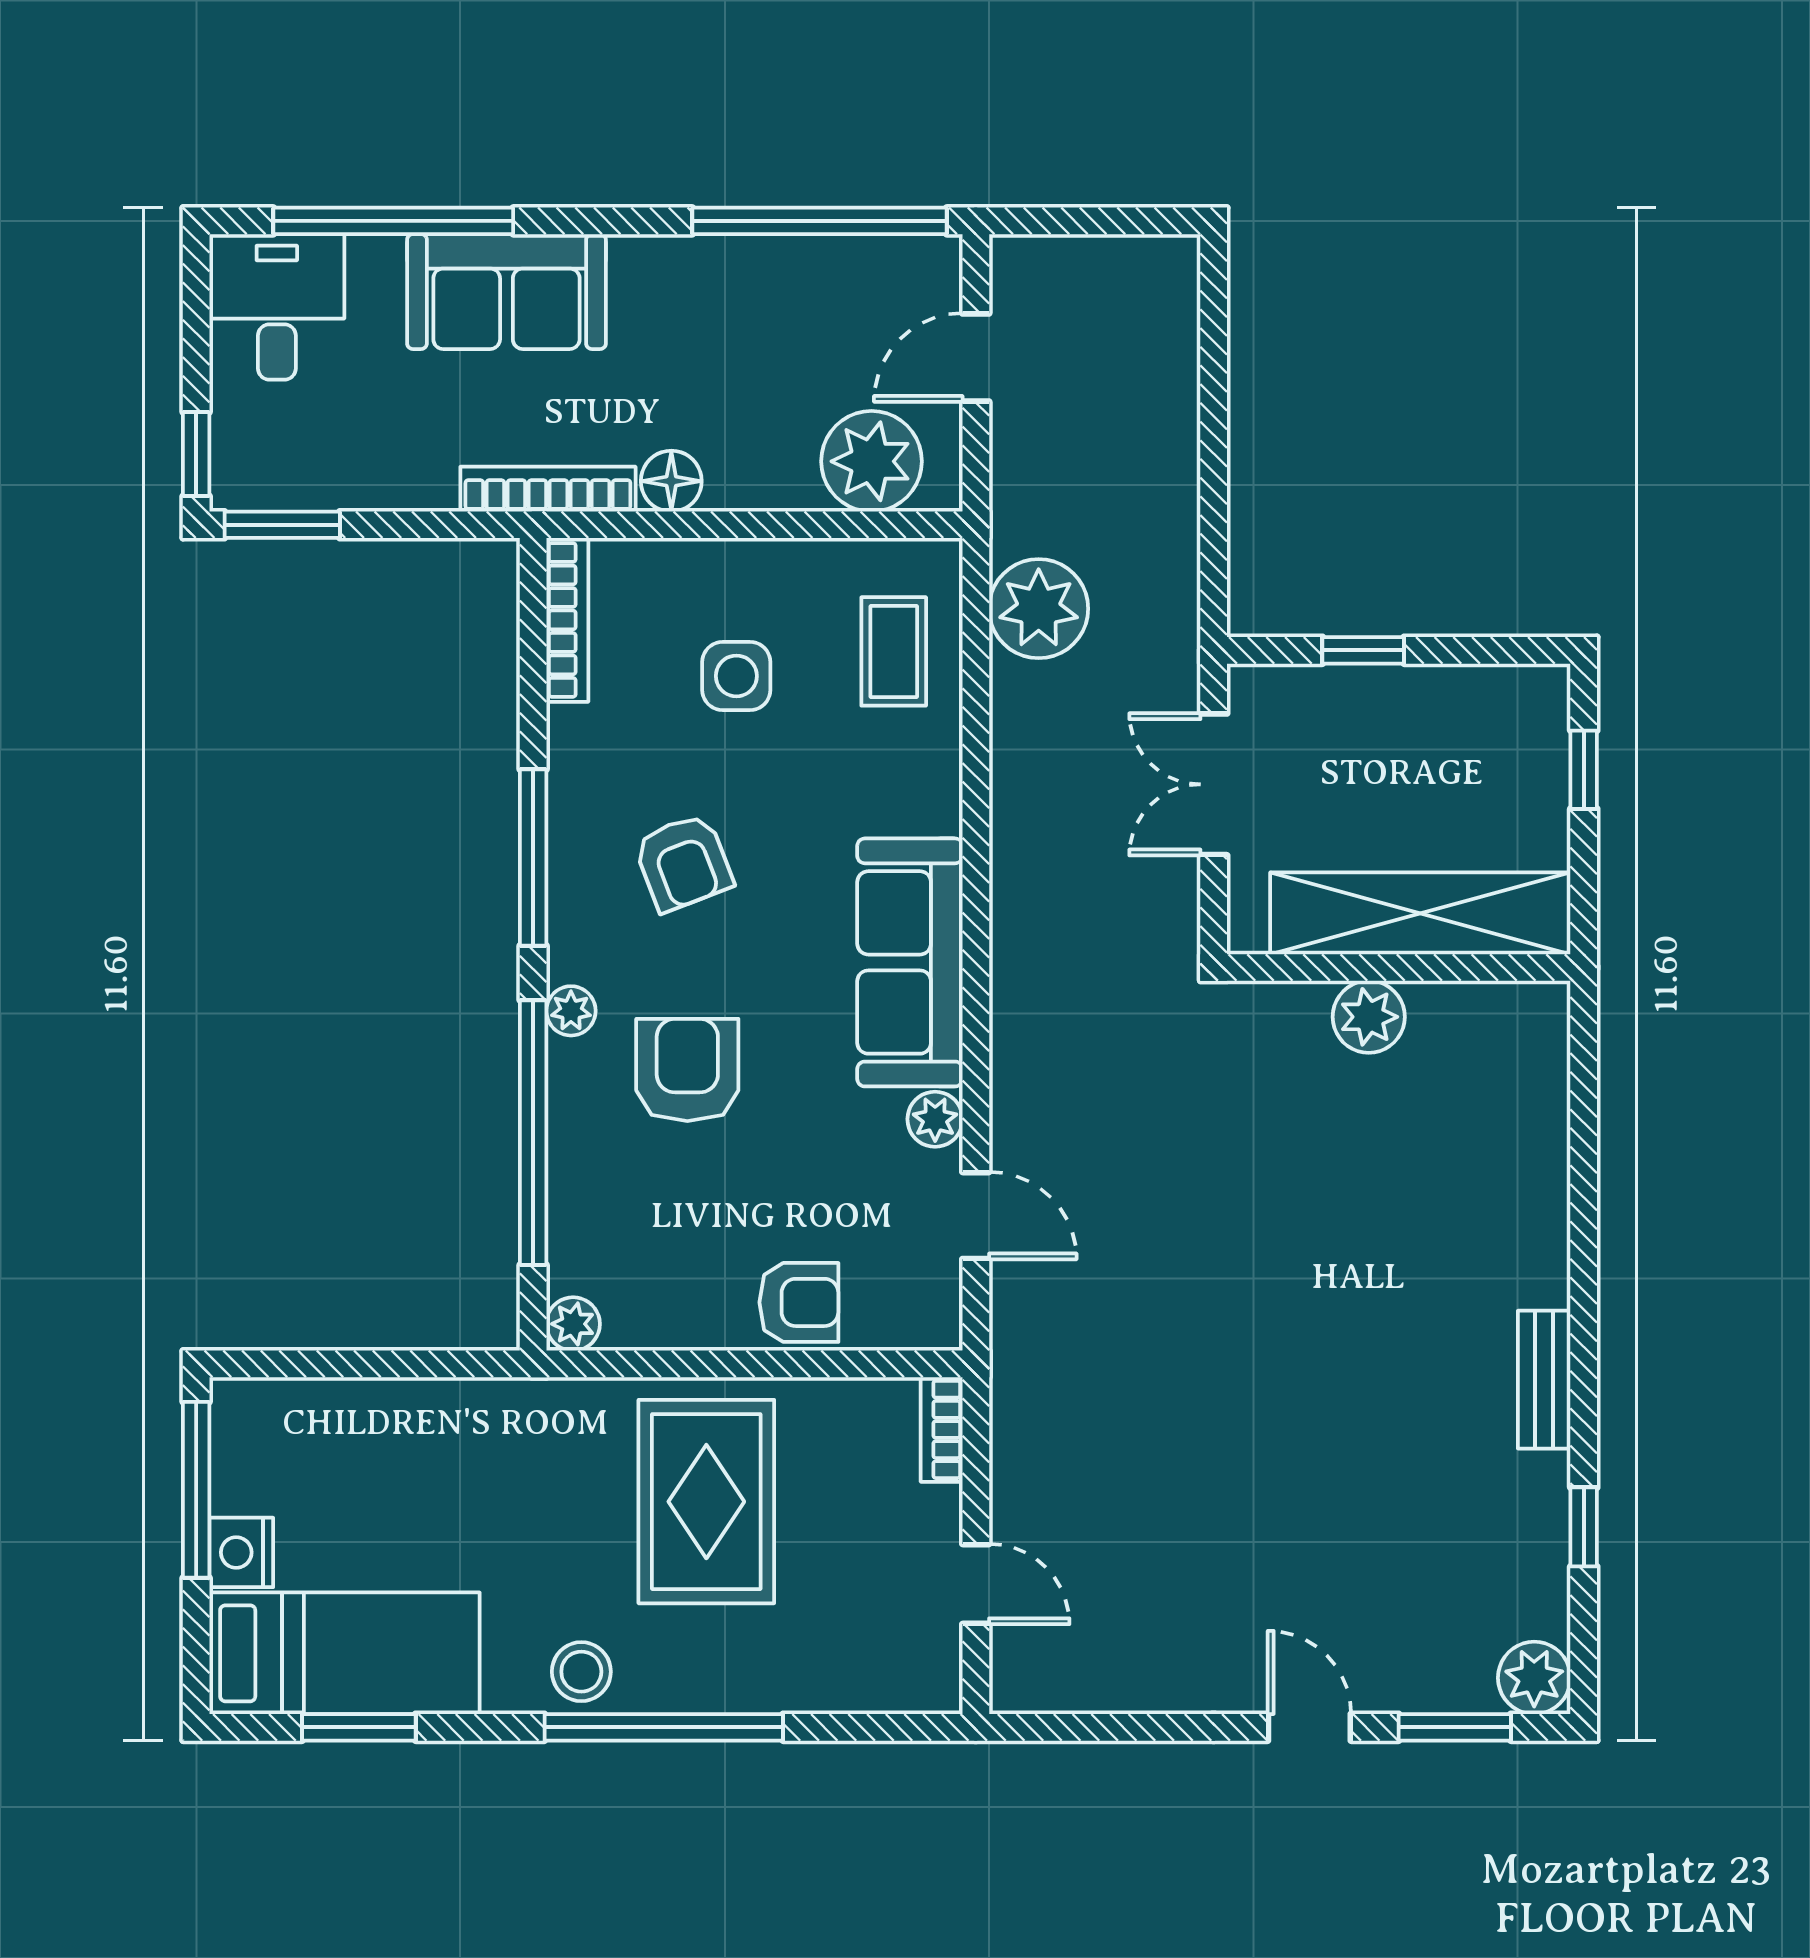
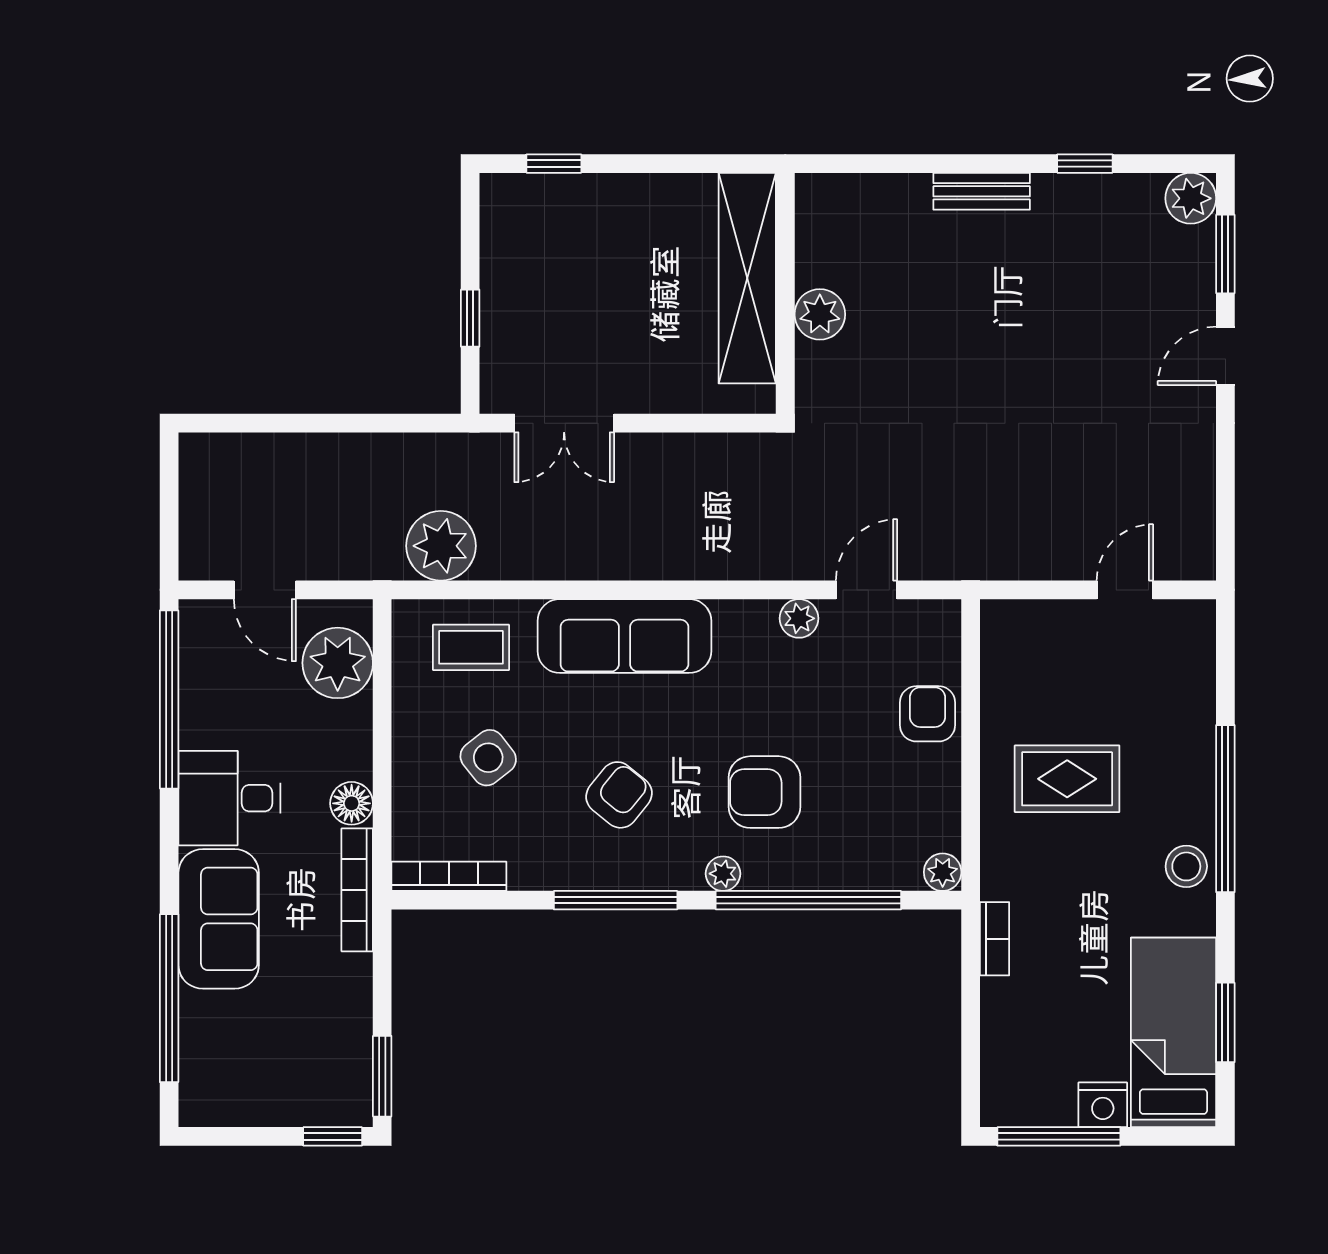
desk: (277, 307) -> (229, 798), moved
side table: (736, 676) -> (488, 758), turned -38
armchair: (683, 862) -> (619, 795), turned -30
shelving: (1420, 913) -> (747, 278), moved
sofa: (910, 962) -> (624, 636), moved
wall: (1399, 967) -> (785, 293), moved
plant: (1369, 1017) -> (820, 314), moved
bookcase: (942, 1429) -> (995, 939), moved, turned -90
rug: (706, 1502) -> (1067, 779), width x0.73, depth x0.70

